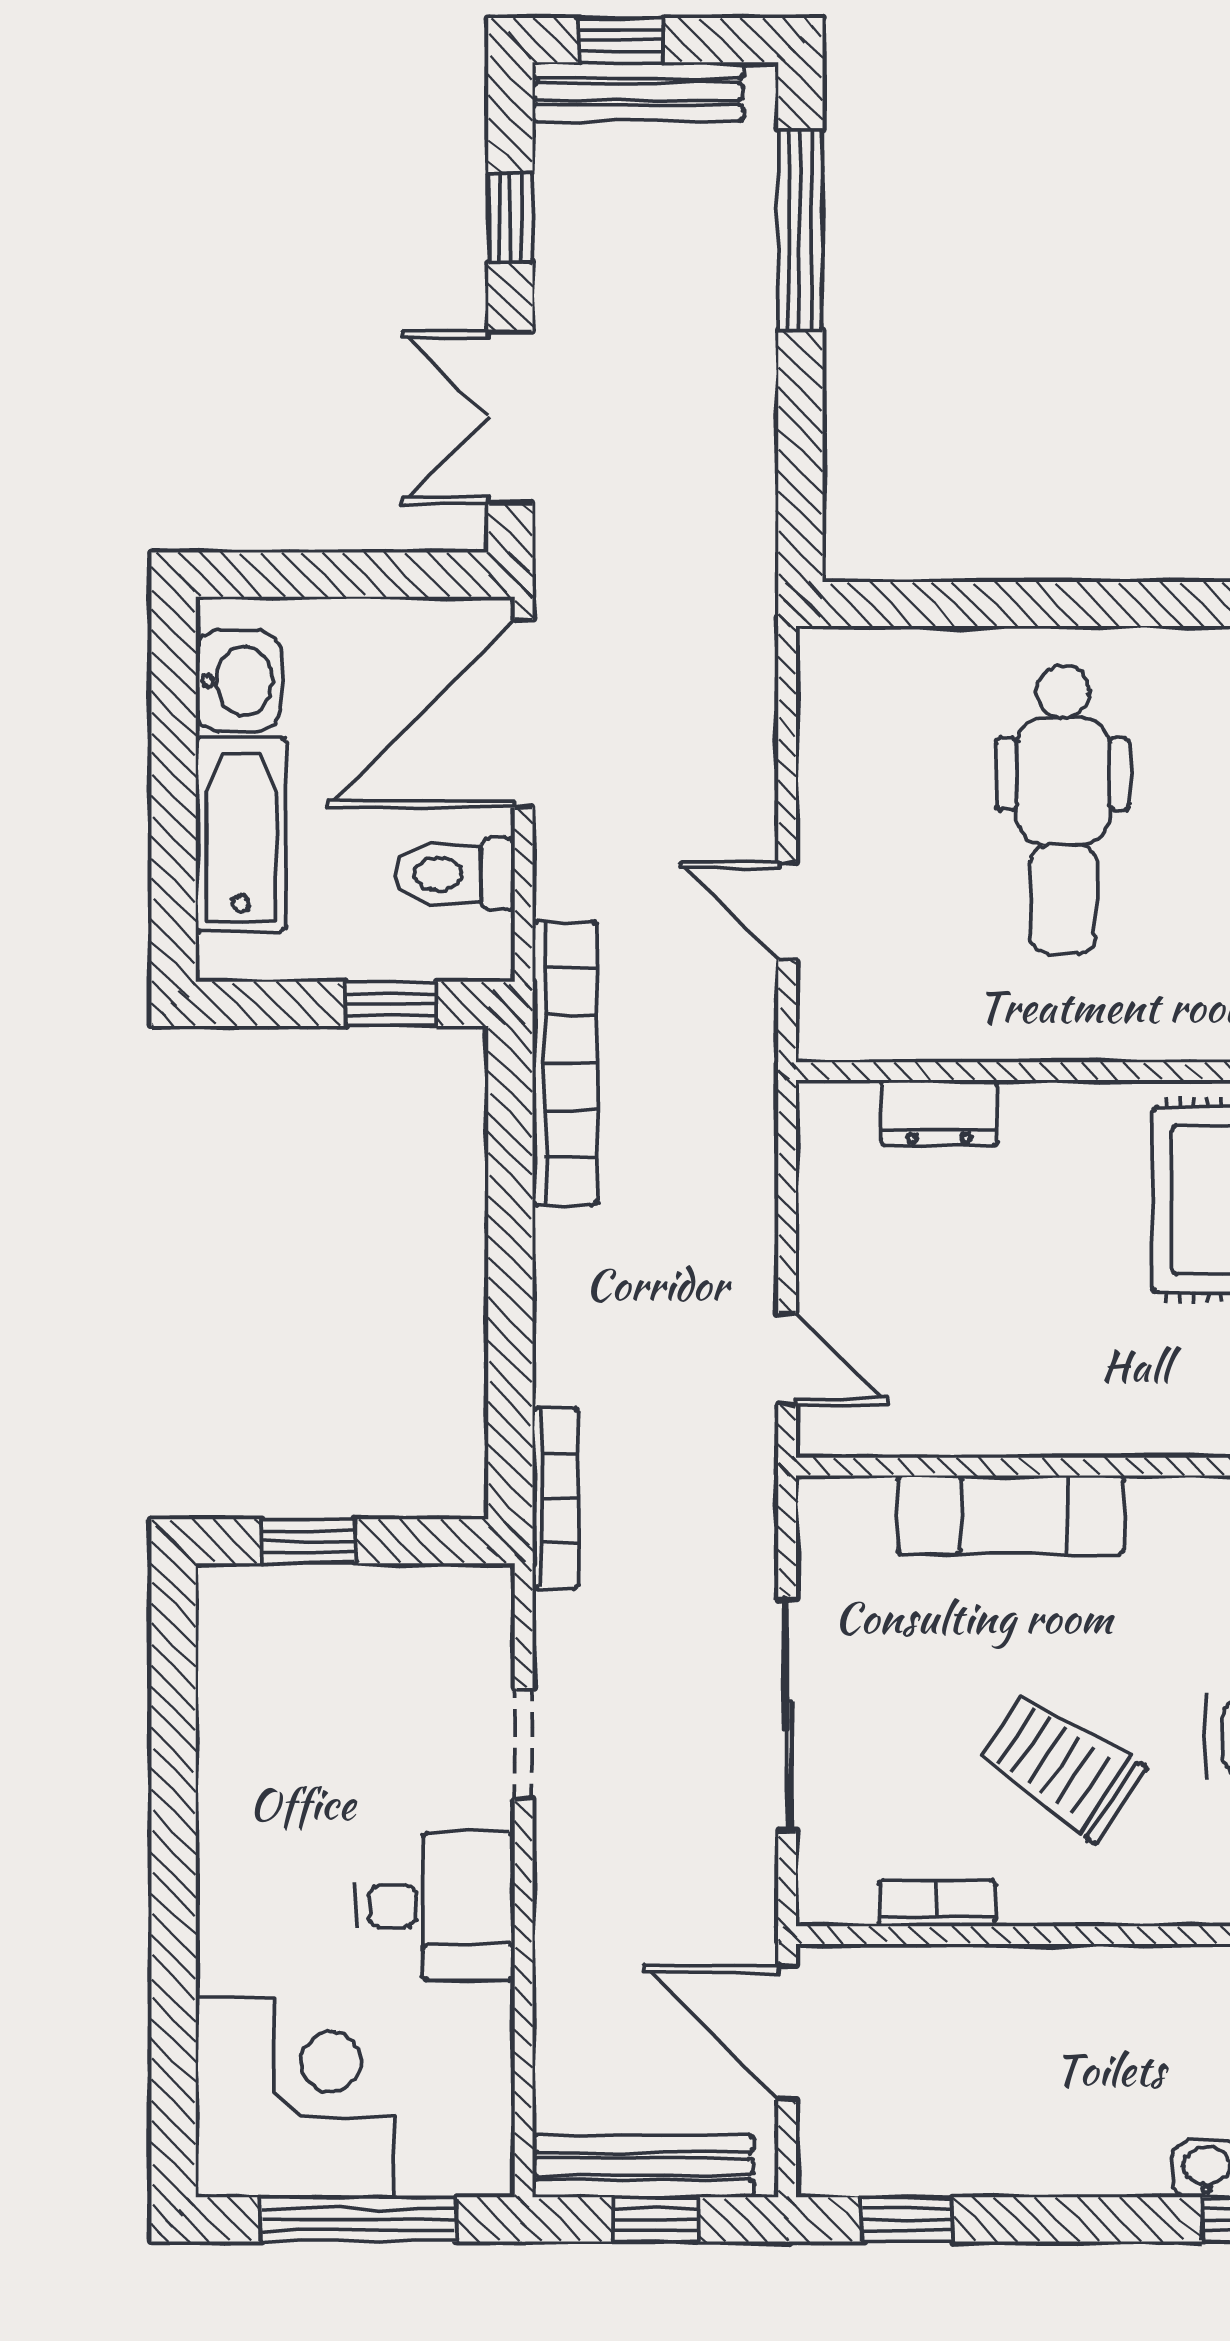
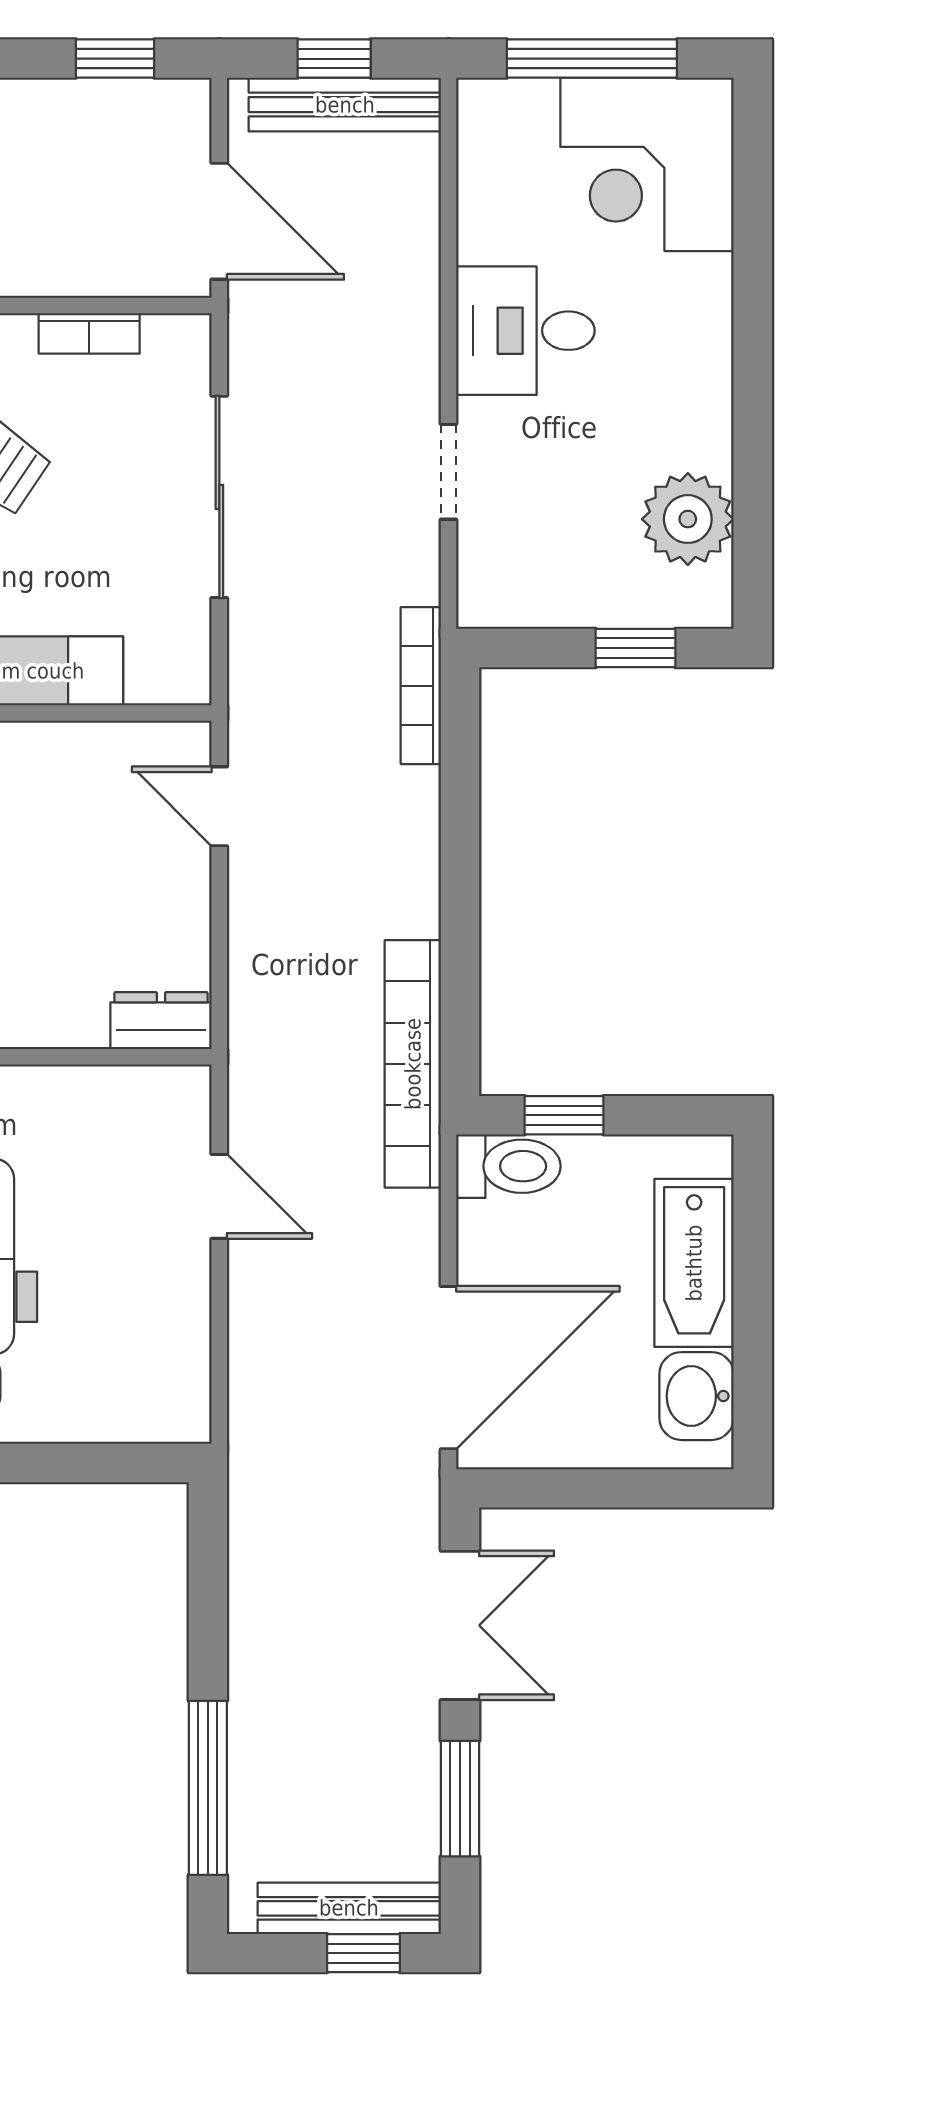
window: (510, 218) -> (460, 1799), width x1.50
toilet: (455, 874) -> (508, 1166), moved
dresser: (939, 1113) -> (161, 1021), moved
plant: (248, 1690) -> (688, 519), added

